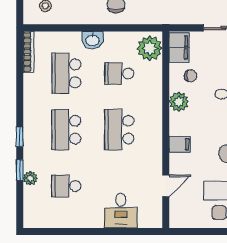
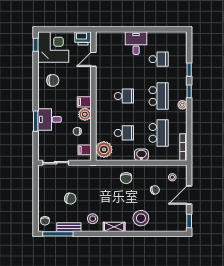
filing cabinet: (179, 48) -> (85, 150), width x0.50
school desk: (119, 130) -> (124, 96), width x0.54
filing cabinet: (180, 144) -> (84, 102), moved
plant: (30, 178) -> (182, 105), moved
desk: (121, 211) -> (136, 43), moved
printer: (182, 218) -> (83, 38), added

